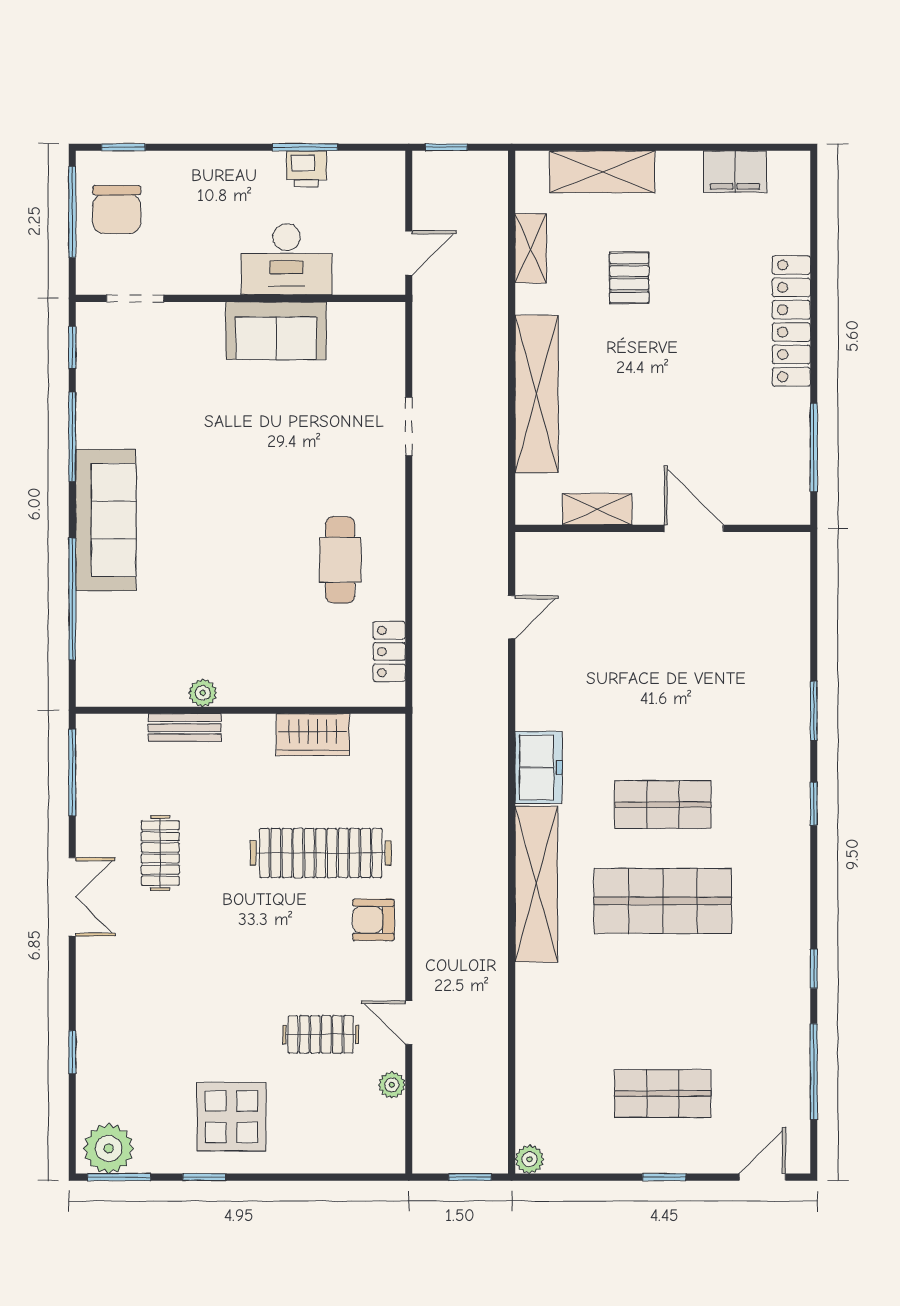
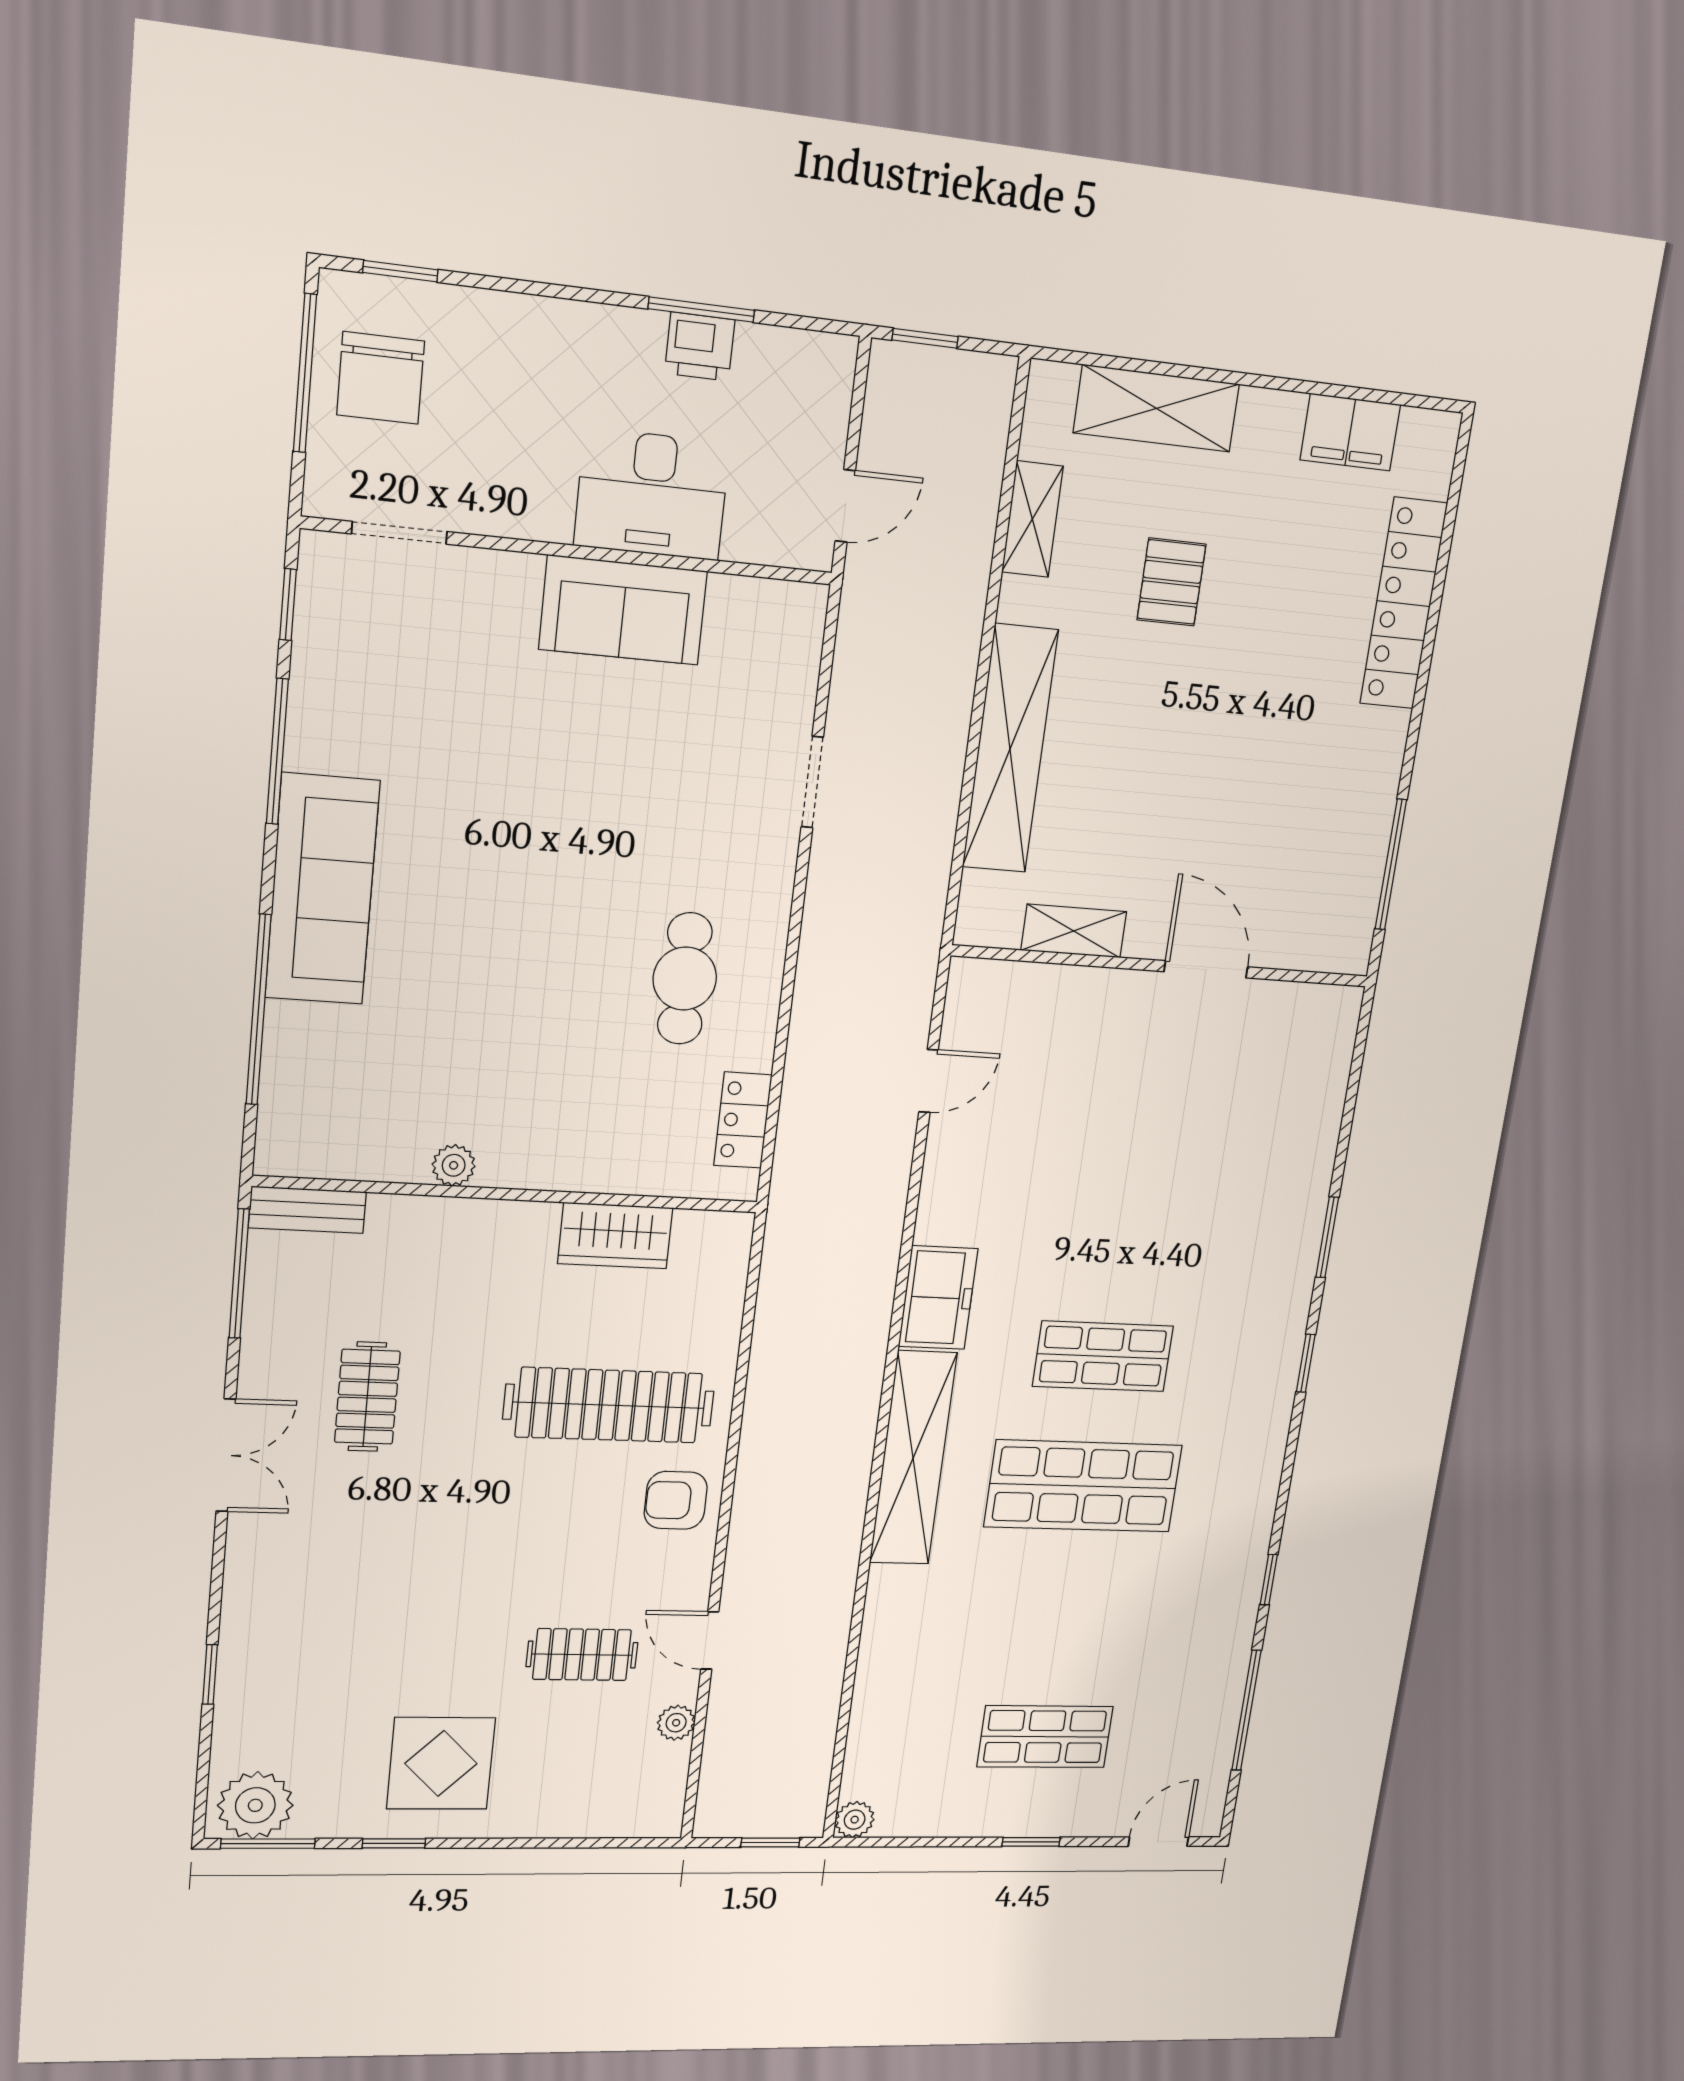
locker: (791, 321) -> (1404, 604), moved
bench: (185, 728) -> (307, 1210), moved

